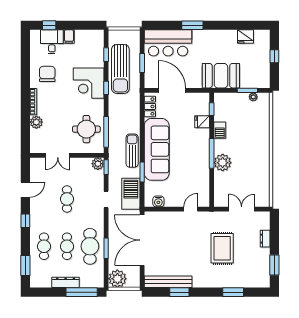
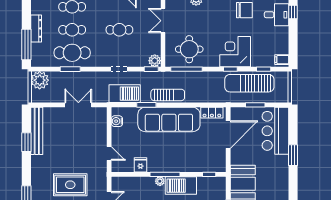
filing cabinet: (69, 37) -> (282, 60), moved
fridge: (202, 122) -> (140, 165), moved
barbecue: (220, 130) -> (181, 186), width x1.88, depth x1.53
plant: (223, 163) -> (160, 181), width x0.53, depth x0.53
double door: (142, 240) -> (78, 105), width x0.54

